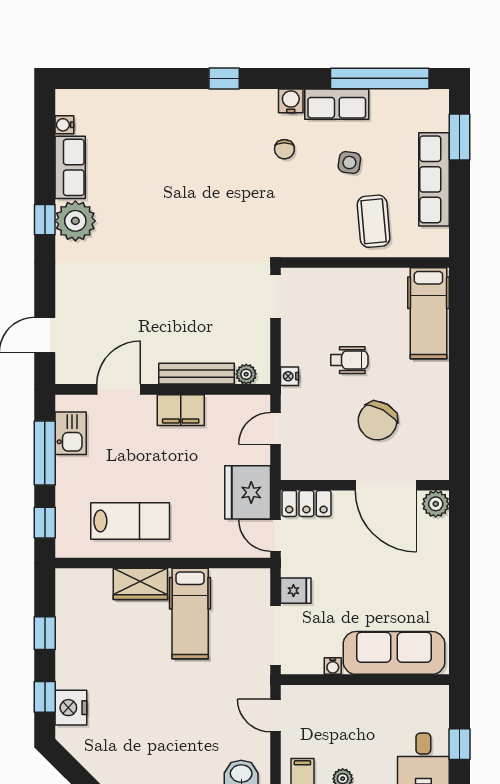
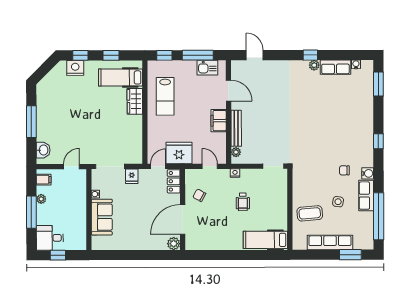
window: (105, 78) -> (378, 84), added
plant: (75, 221) -> (314, 65), width x0.53, depth x0.53
chair: (378, 421) -> (199, 195), moved, width x0.54, depth x0.54
hospital bed: (190, 614) -> (121, 77), moved
sofa: (394, 653) -> (102, 217), width x0.73

